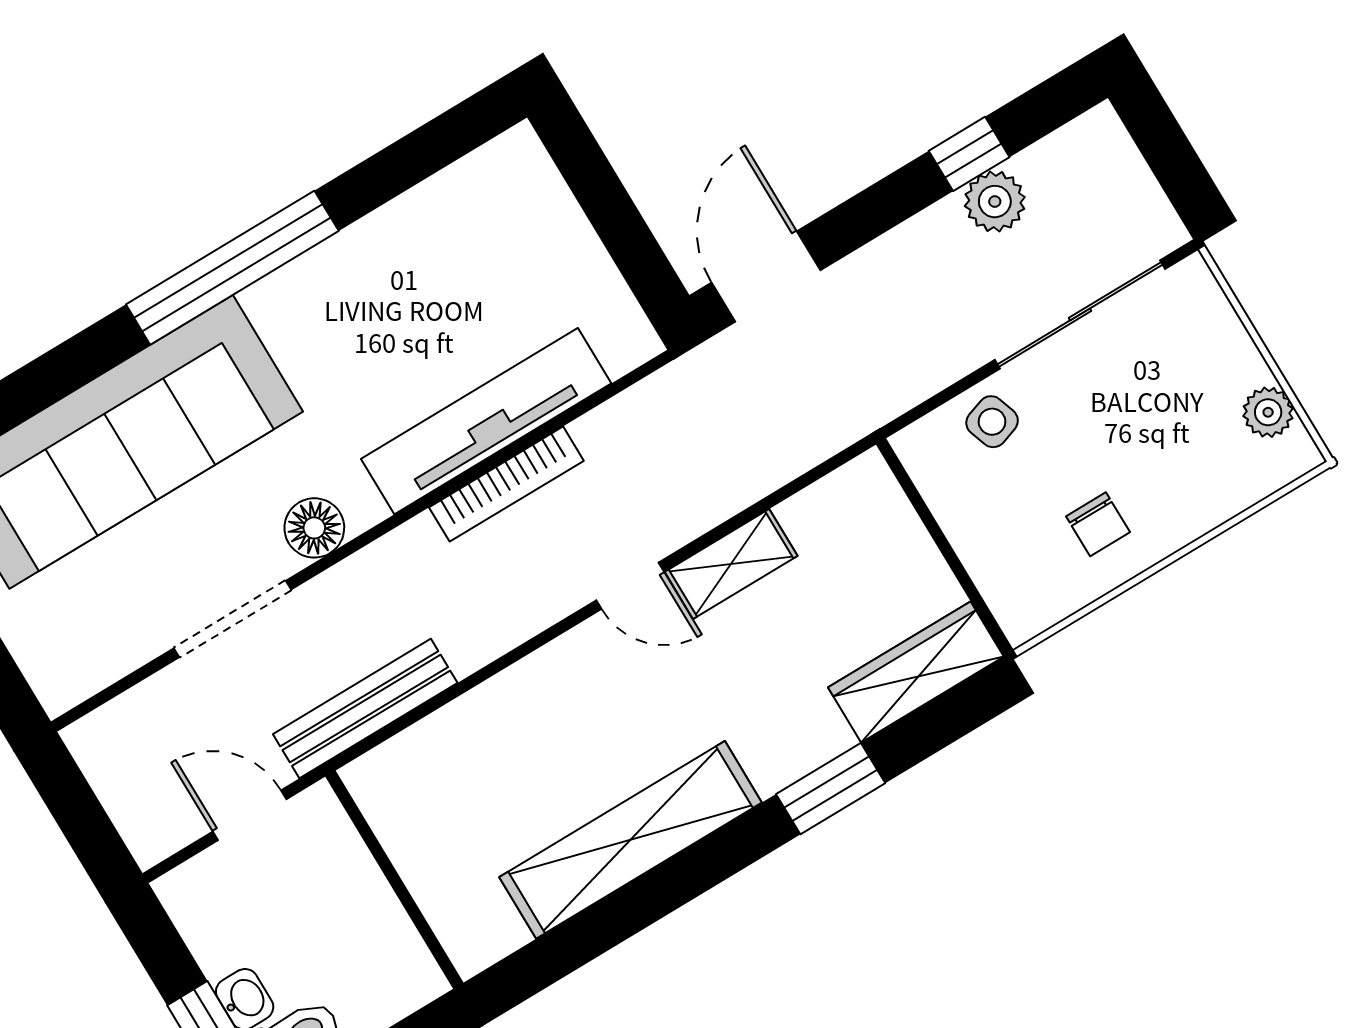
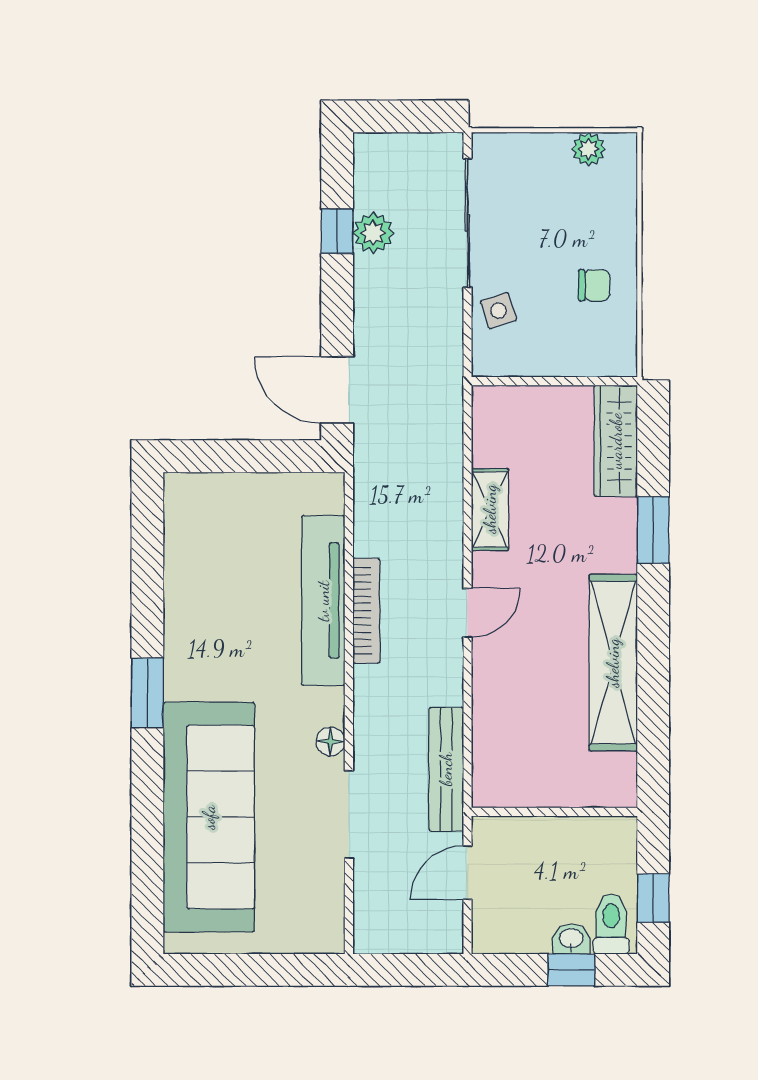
window: (232, 268) -> (147, 693), width x0.47
floor lamp: (314, 528) -> (330, 741), width x0.73, depth x0.73
door: (630, 586) -> (467, 613), moved

